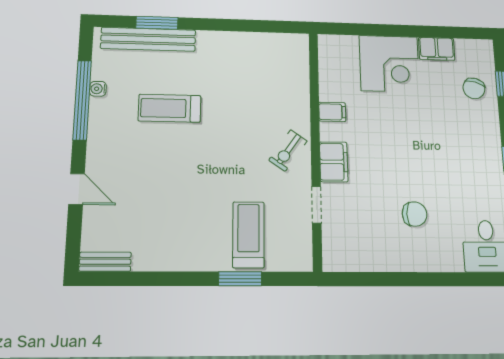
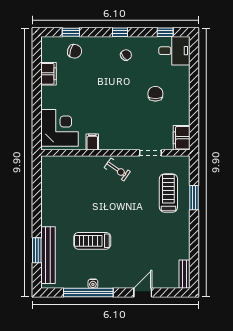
corner desk: (389, 64) -> (59, 128), moved
water cooler: (98, 89) -> (93, 284), moved
treadmill: (170, 108) -> (92, 241), turned 90
filing cabinet: (334, 162) -> (182, 138), moved, turned -90
chair: (474, 167) -> (126, 55), added
treadmill: (248, 235) -> (168, 193), turned 90

